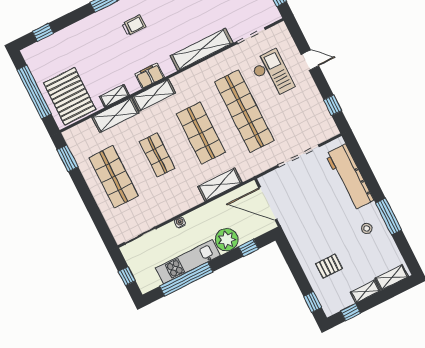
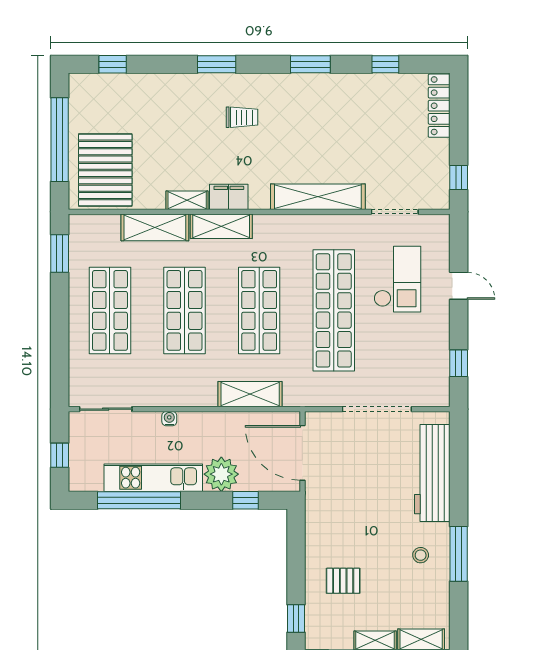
shelving: (114, 96) -> (187, 200), moved
shop shelf: (157, 155) -> (185, 310), width x1.43, depth x1.36

